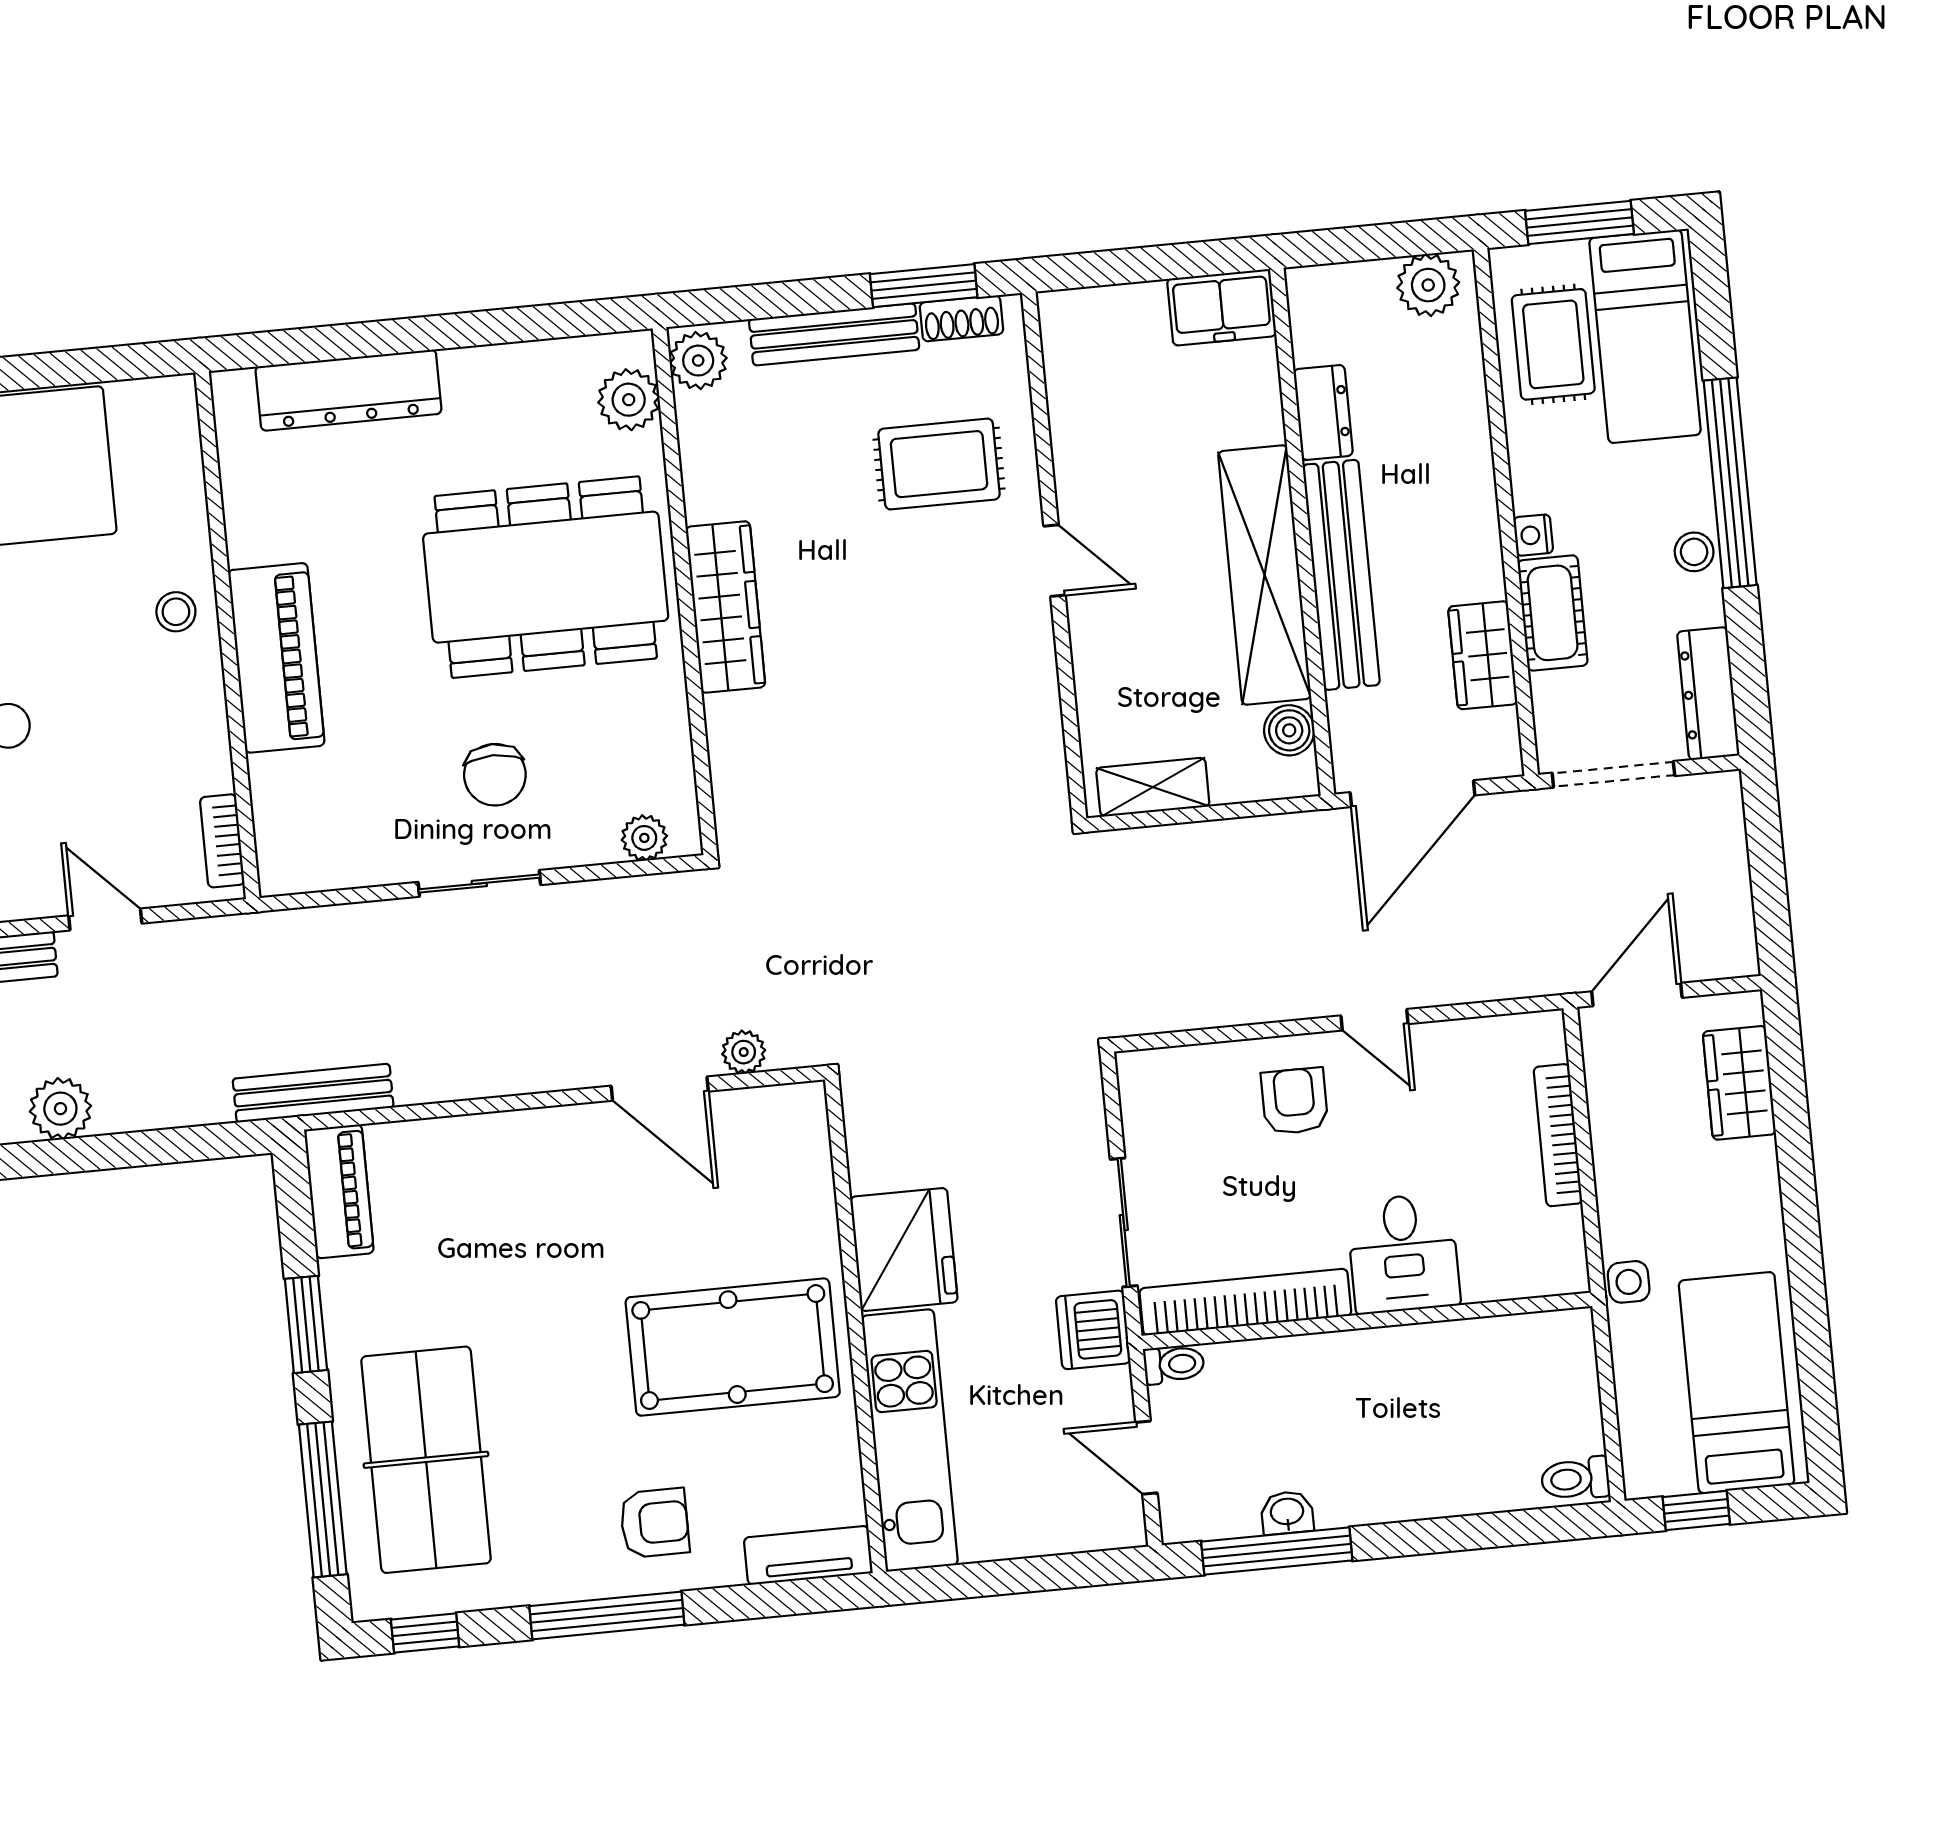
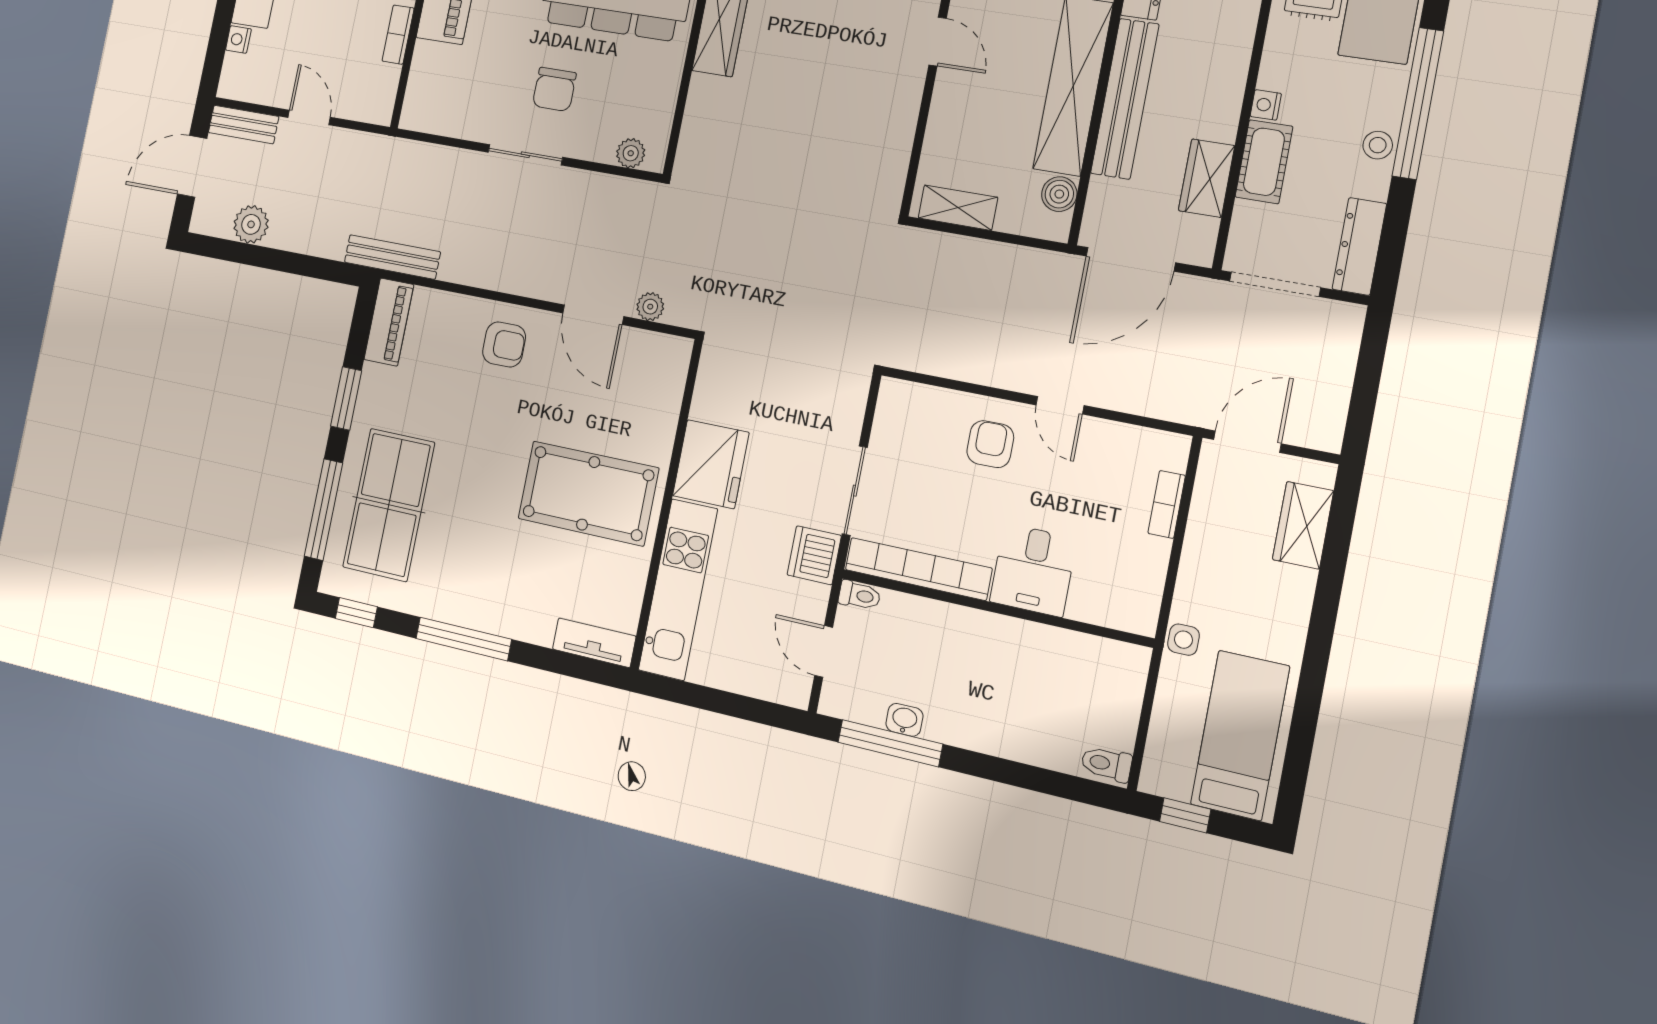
bookcase: (222, 841) -> (398, 35), moved
bookcase: (1558, 1135) -> (1167, 504), width x0.64
armchair: (655, 1523) -> (504, 344), moved

